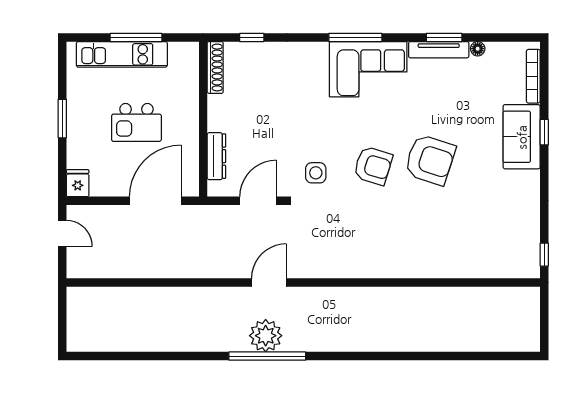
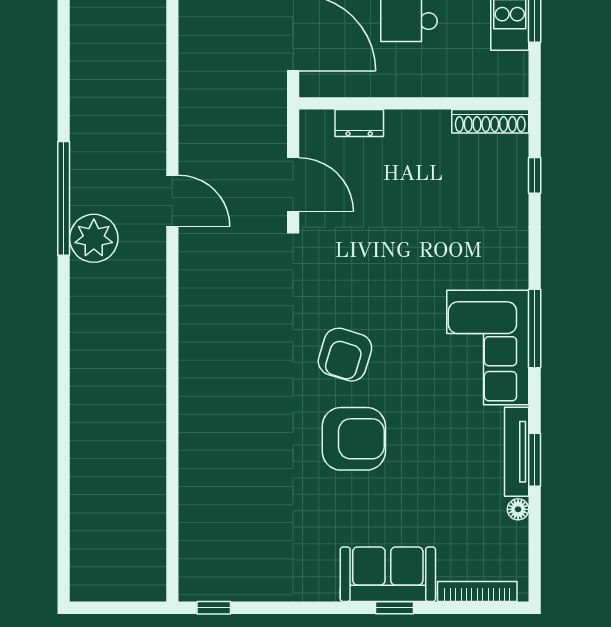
dresser: (216, 156) -> (359, 123), width x0.70
armchair: (430, 160) -> (354, 439), turned -108
side table: (316, 173) -> (335, 270), removed
plant: (266, 336) -> (94, 238), moved

